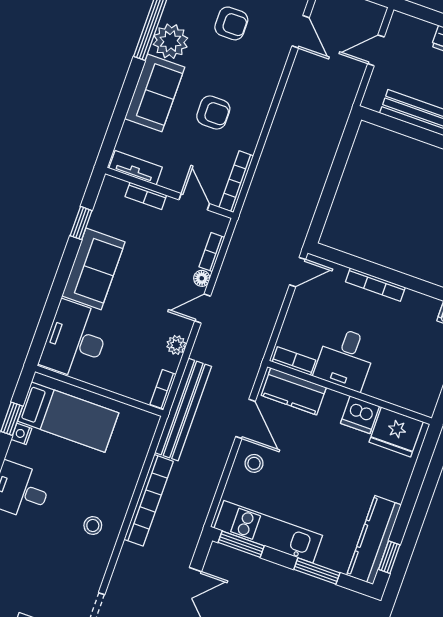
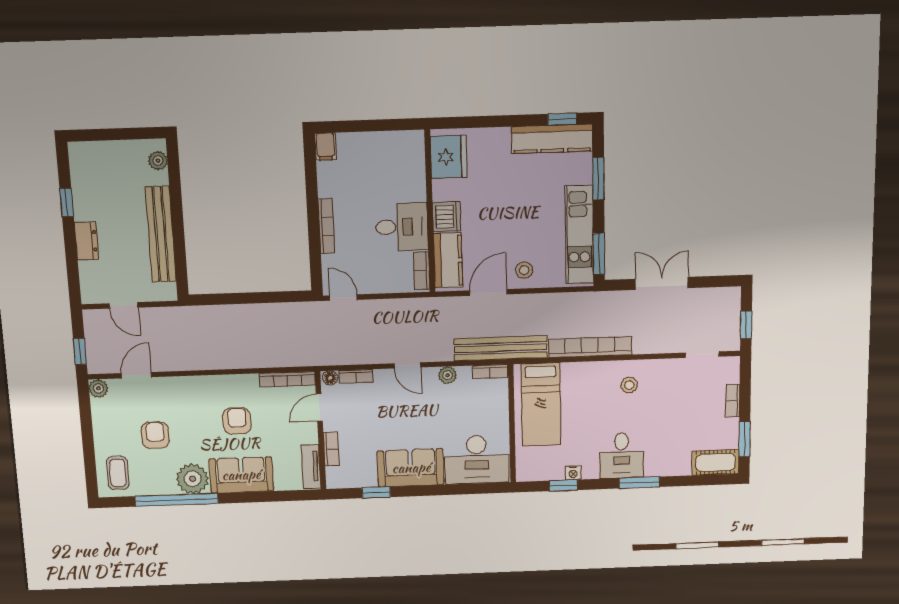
floor lamp: (202, 278) -> (330, 378), moved
dishwasher: (360, 415) -> (447, 217), moved
bed: (68, 417) -> (541, 404), moved, turned 180

